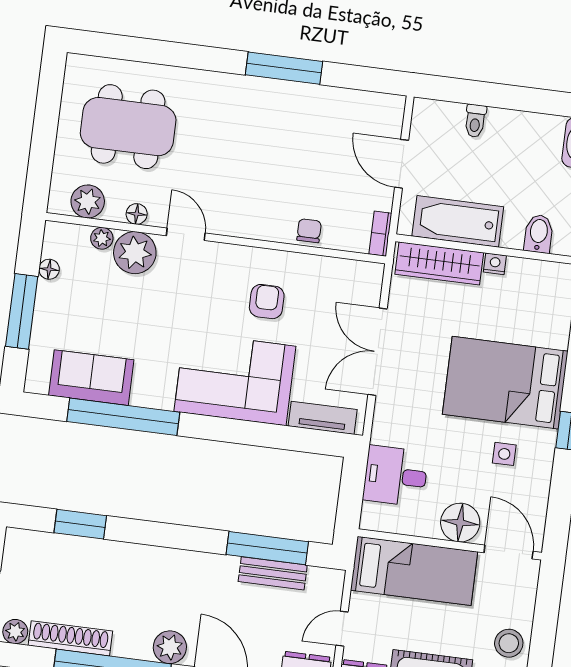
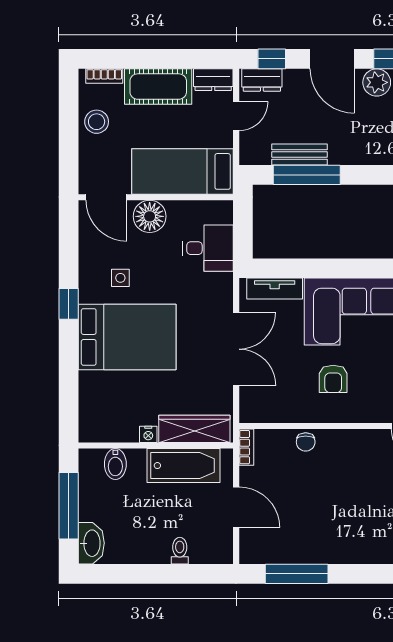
window: (284, 68) -> (297, 574), moved

